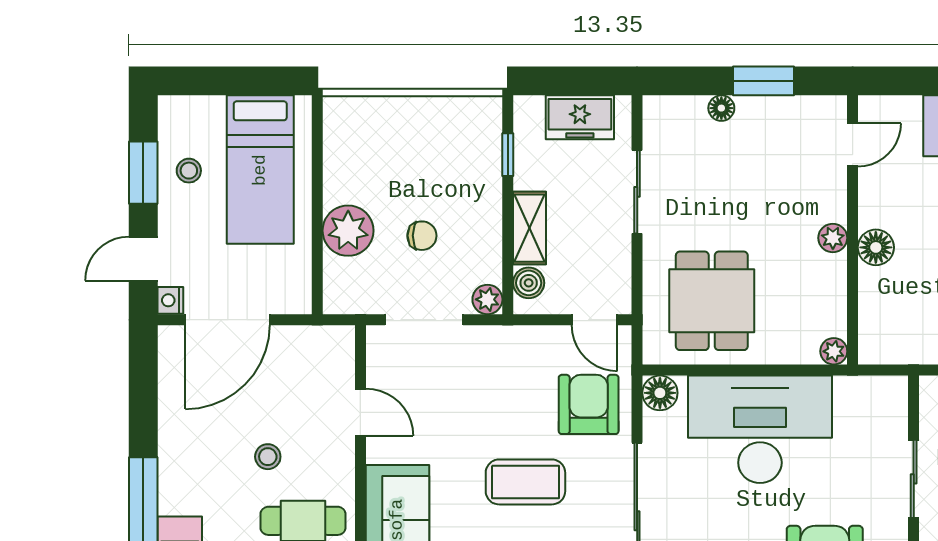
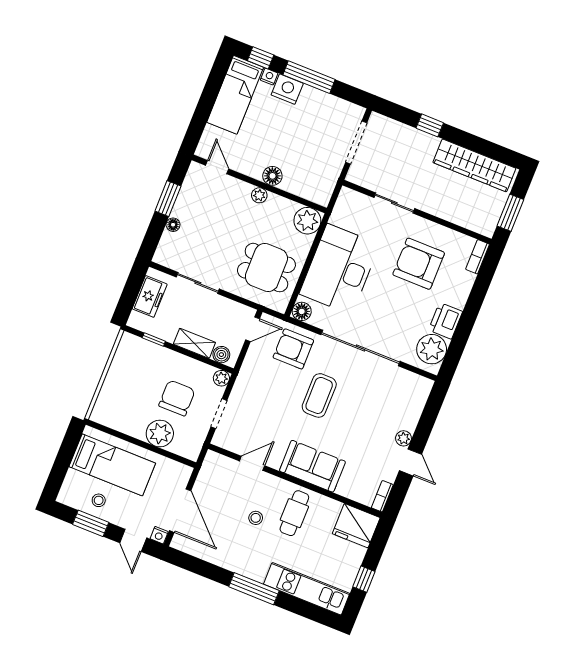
chair: (422, 236) -> (177, 398), width x1.87, depth x1.87
doorway: (424, 320) -> (219, 414), width x0.73
plant: (834, 351) -> (307, 221), width x1.87, depth x1.87

